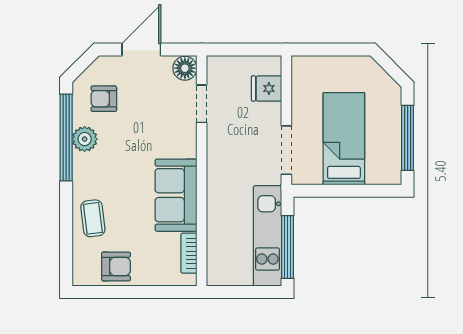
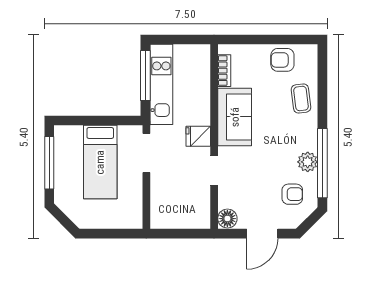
fridge: (266, 88) -> (198, 136), moved, turned 180
doorway: (202, 104) -> (214, 170), moved

